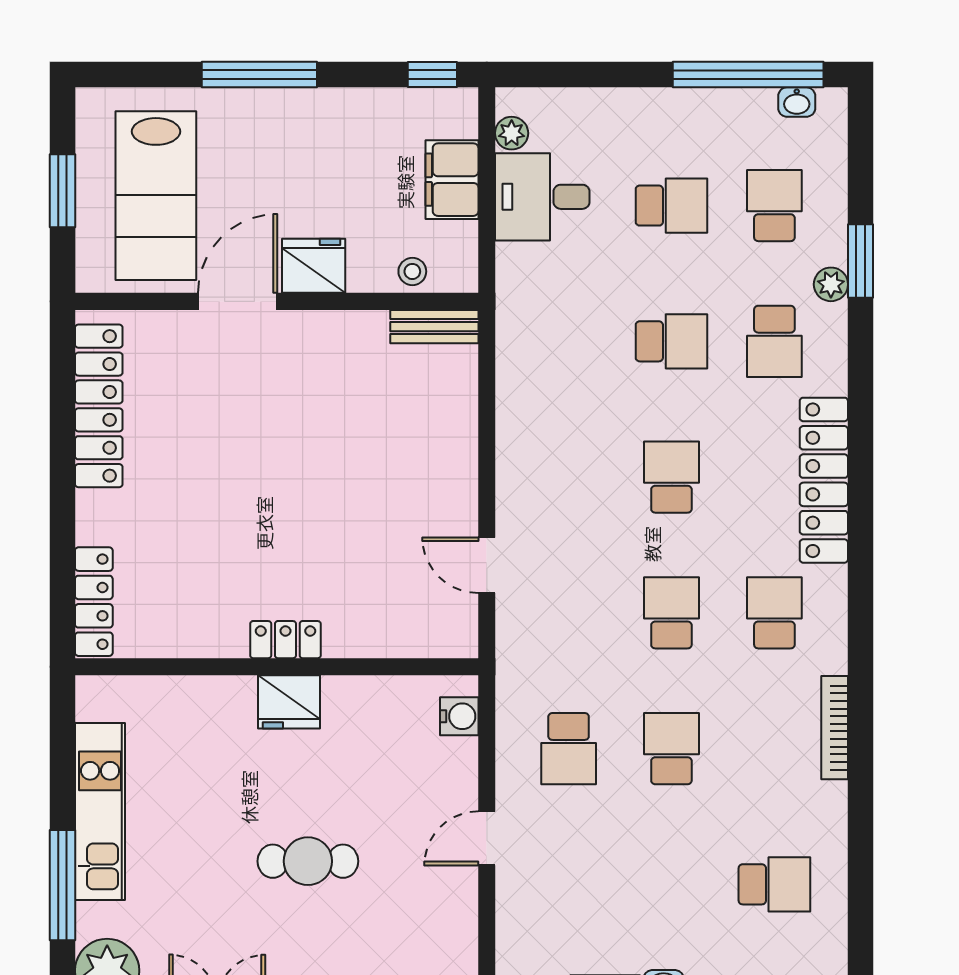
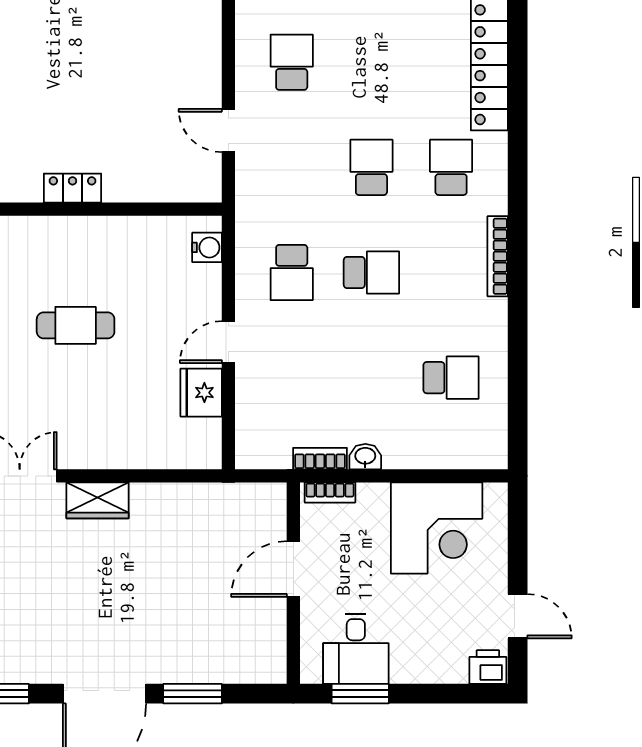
school desk: (671, 477) -> (292, 62), moved
fridge: (289, 702) -> (201, 393), moved, turned 90
school desk: (671, 749) -> (371, 273), turned 90
cafe table: (308, 861) -> (76, 325), moved

